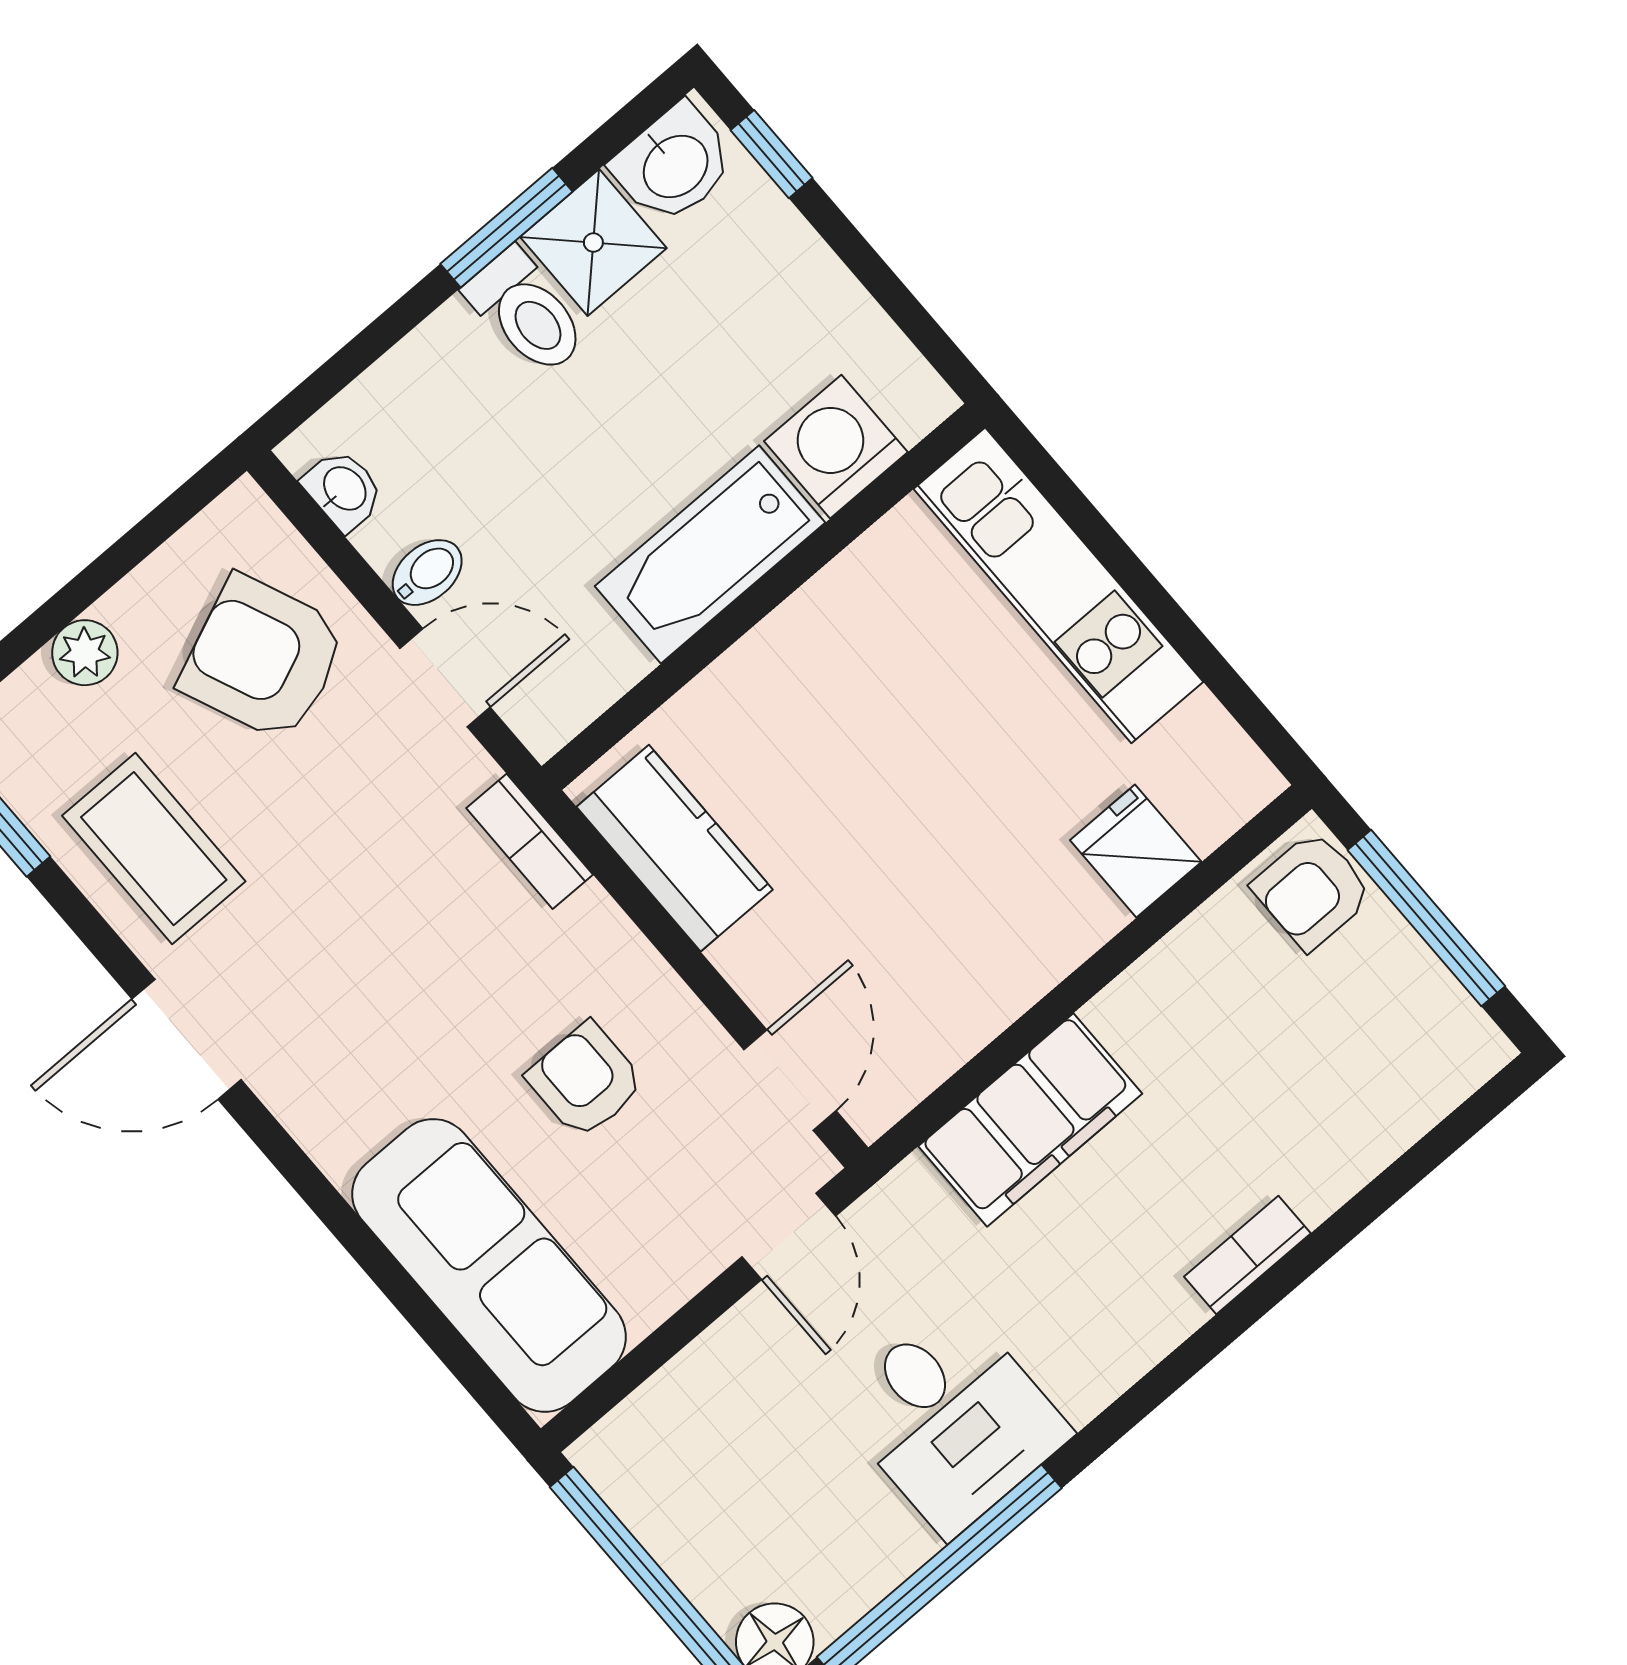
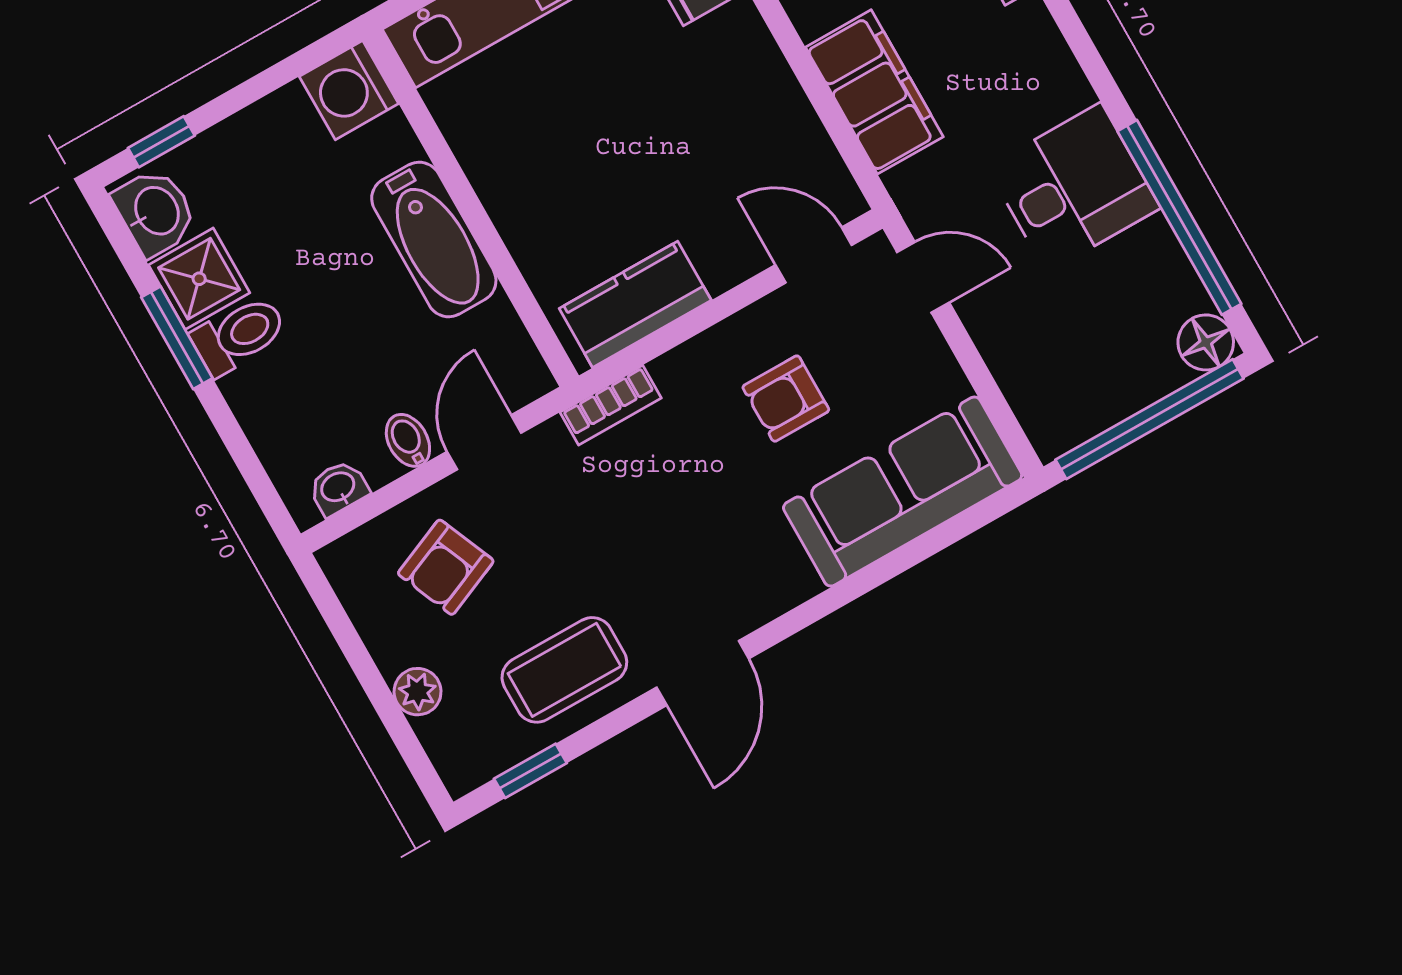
washing machine: (836, 447) -> (349, 90), moved
armchair: (263, 658) -> (446, 567), width x0.72, depth x0.72

